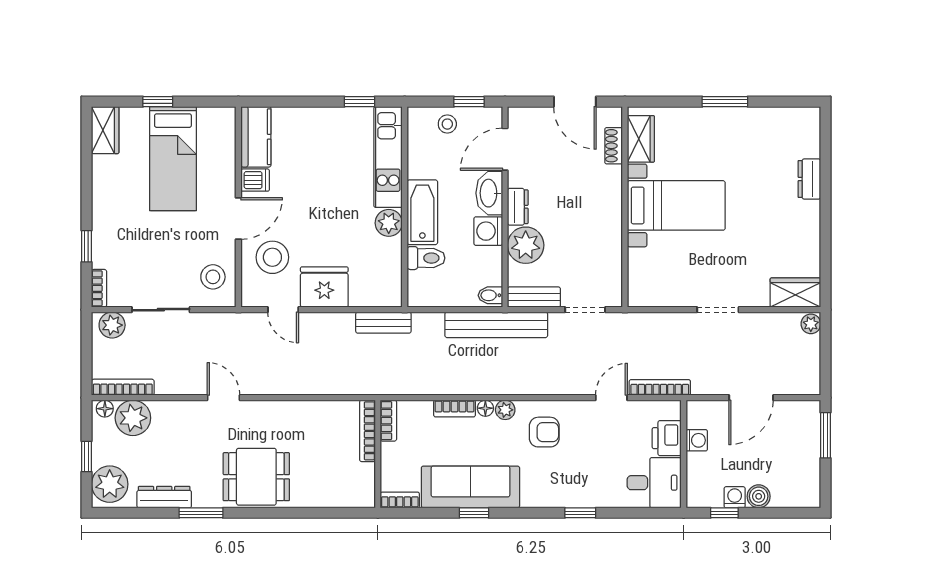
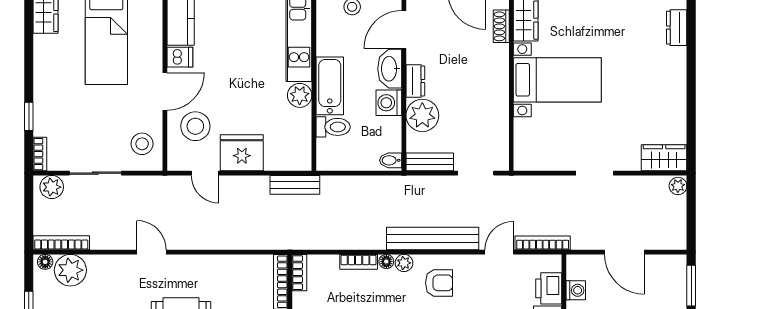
dresser: (809, 179) -> (677, 28), moved
bench: (496, 325) -> (433, 238), moved
door: (751, 398) -> (624, 252), hinge flipped

